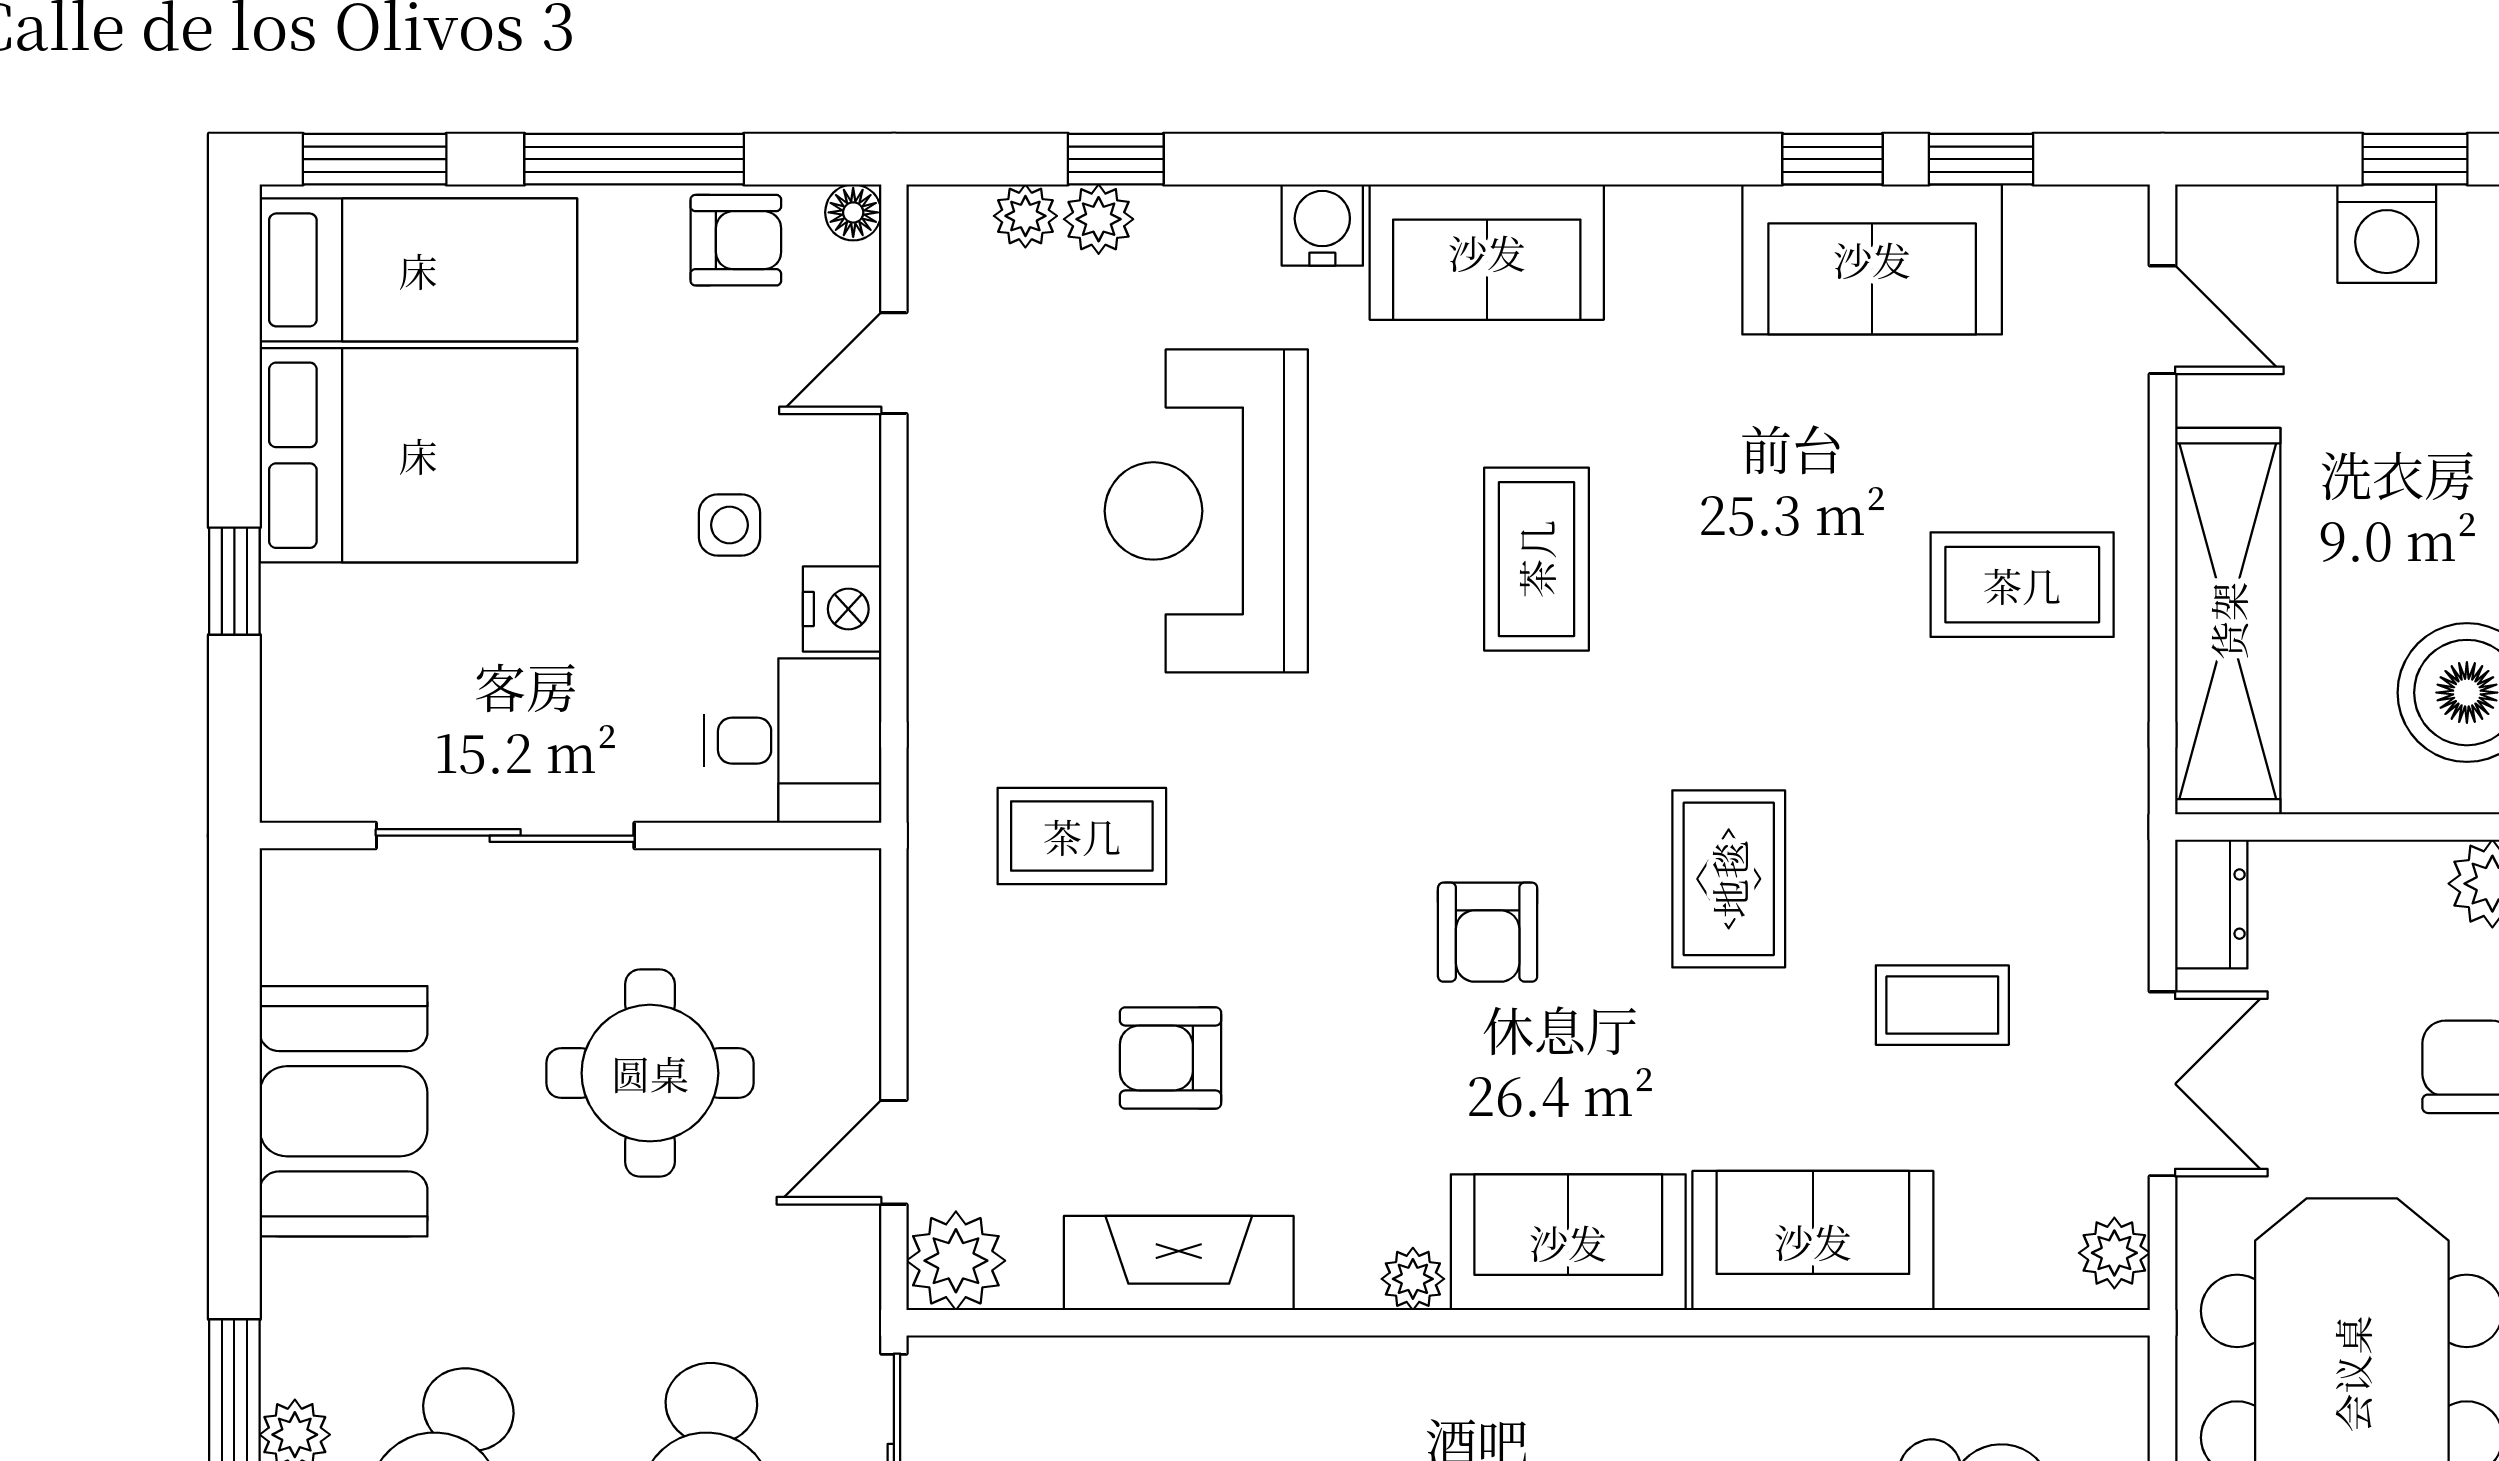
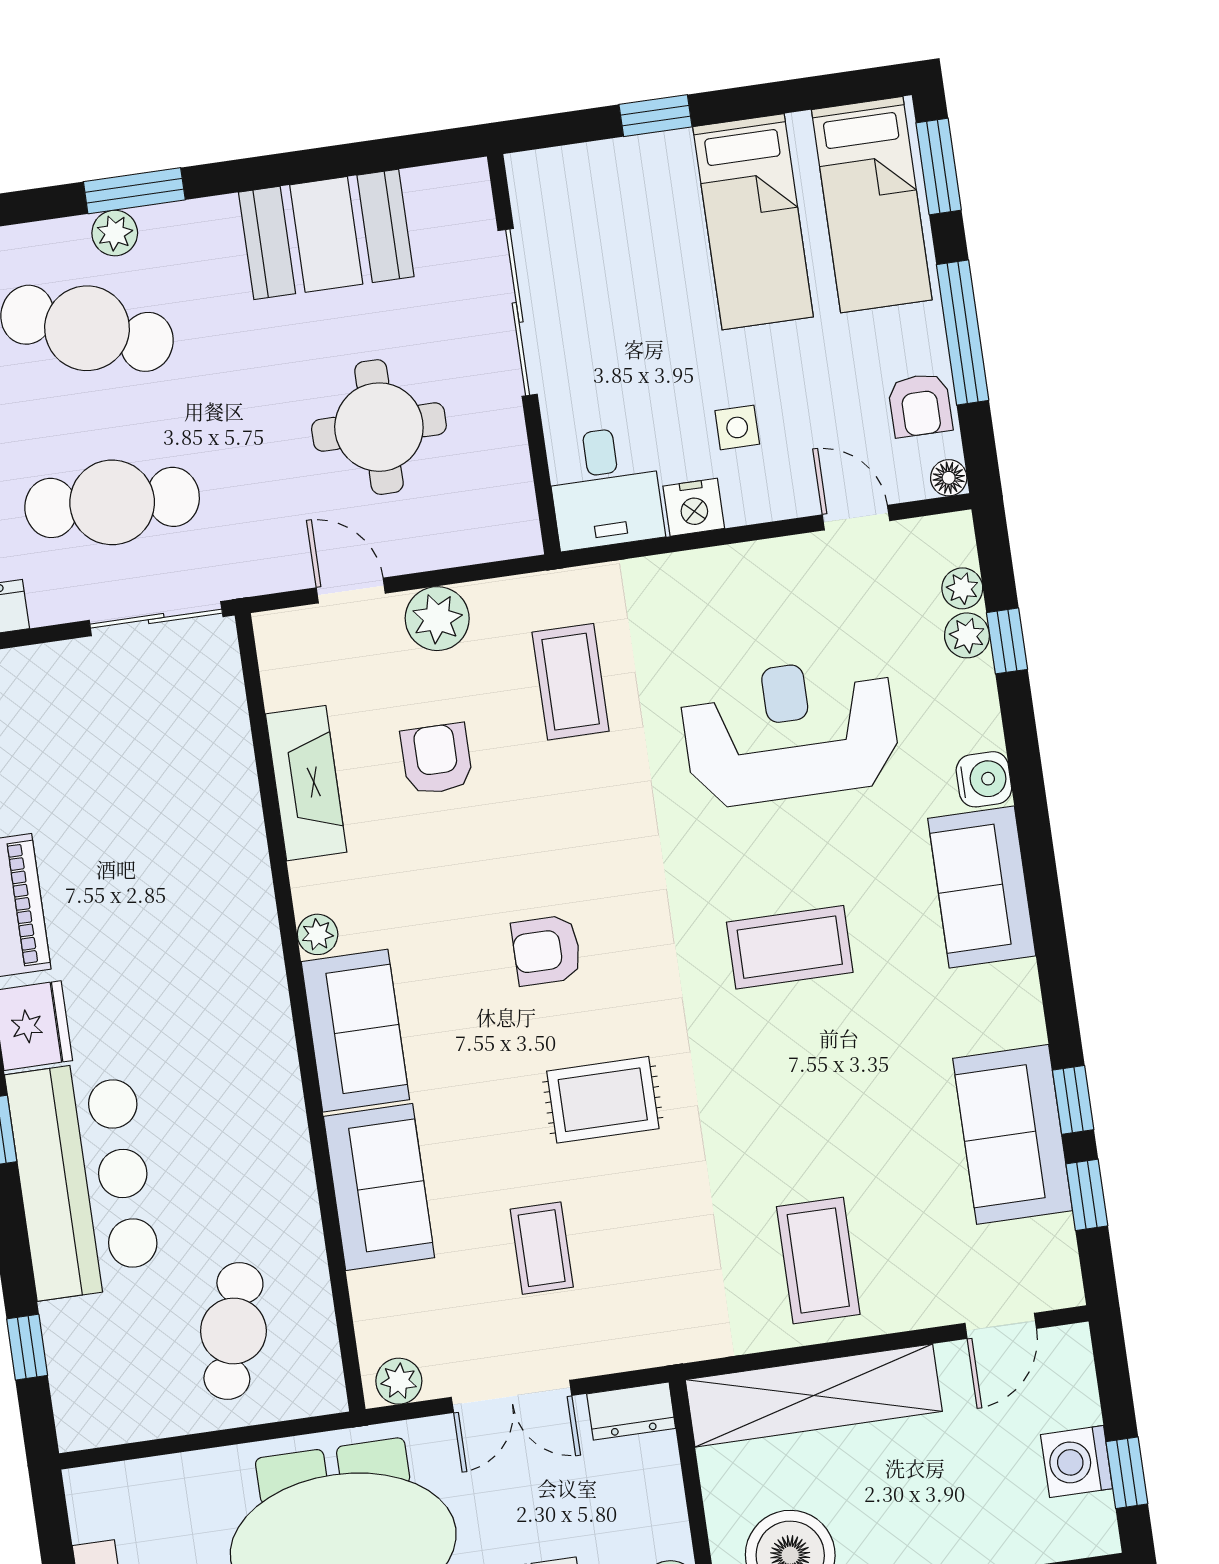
bed: (418, 455) -> (753, 222), width x0.67
plant: (956, 1261) -> (437, 619), moved

